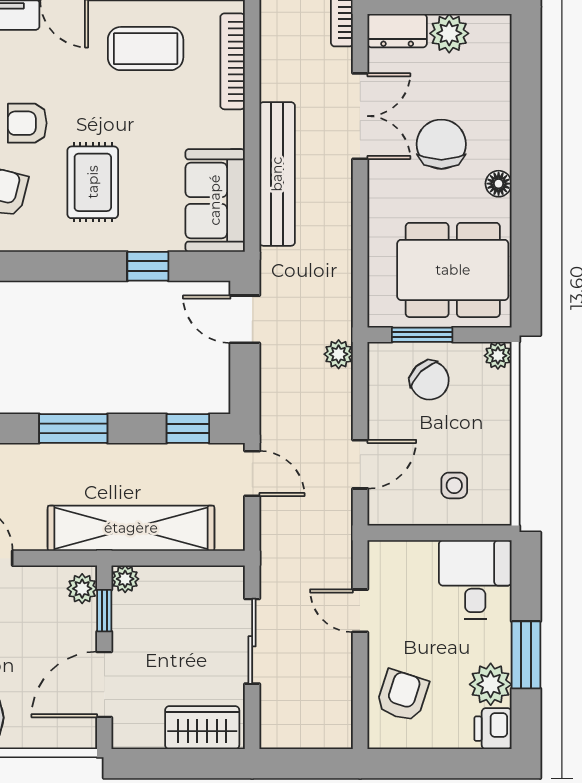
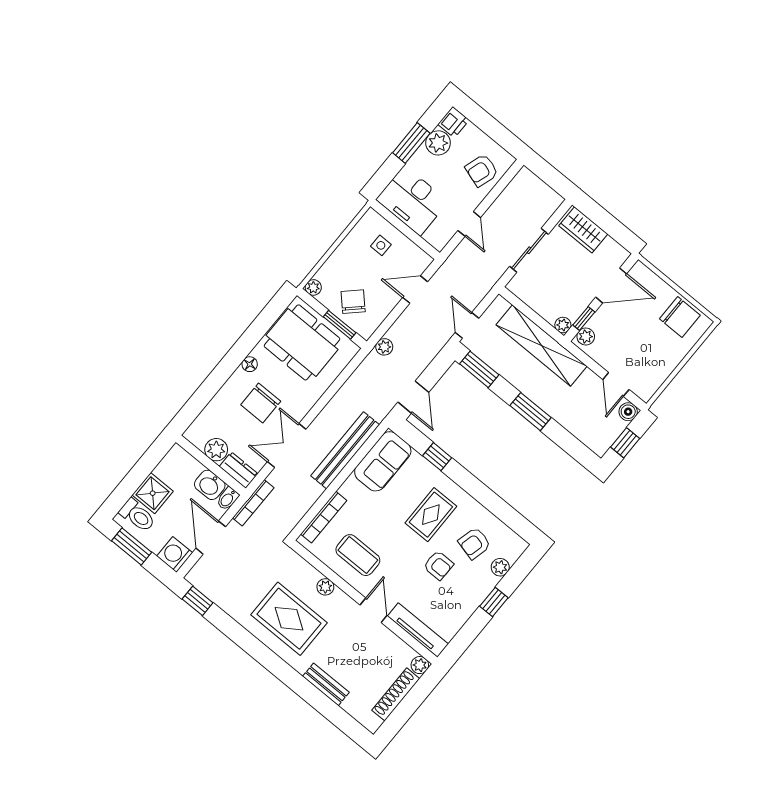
window: (188, 428) -> (479, 369), width x1.50
desk: (475, 579) -> (412, 201), width x1.37

